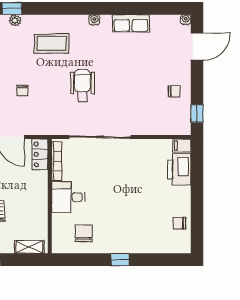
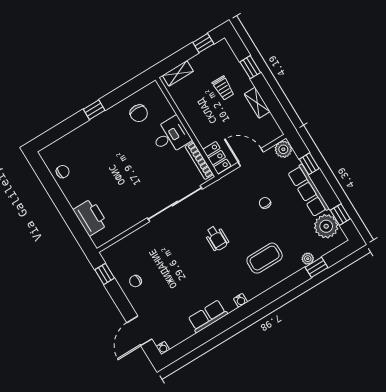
wheelchair: (82, 85) -> (217, 238), width x0.73, depth x0.73
filing cabinet: (182, 146) -> (101, 239), removed

